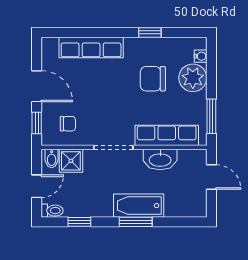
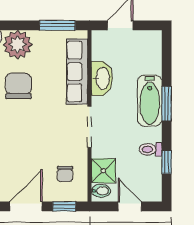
chair: (153, 79) -> (18, 86), turned 180
chair: (68, 124) -> (65, 174), turned 180
toilet: (52, 211) -> (151, 149), moved, turned -90

